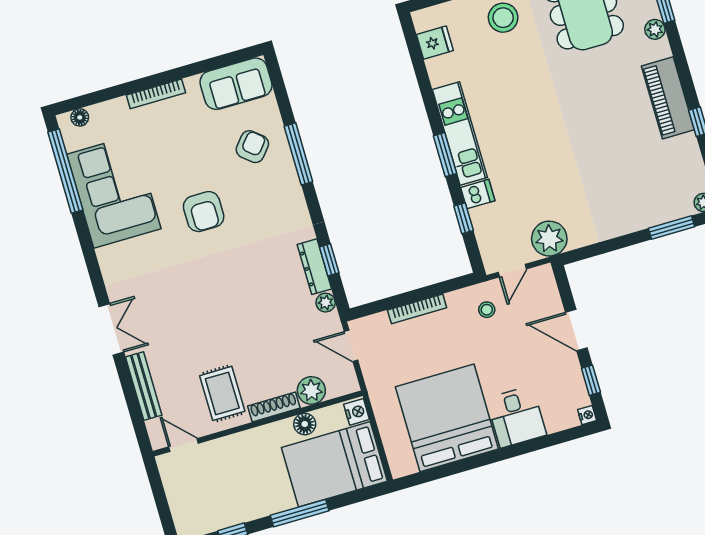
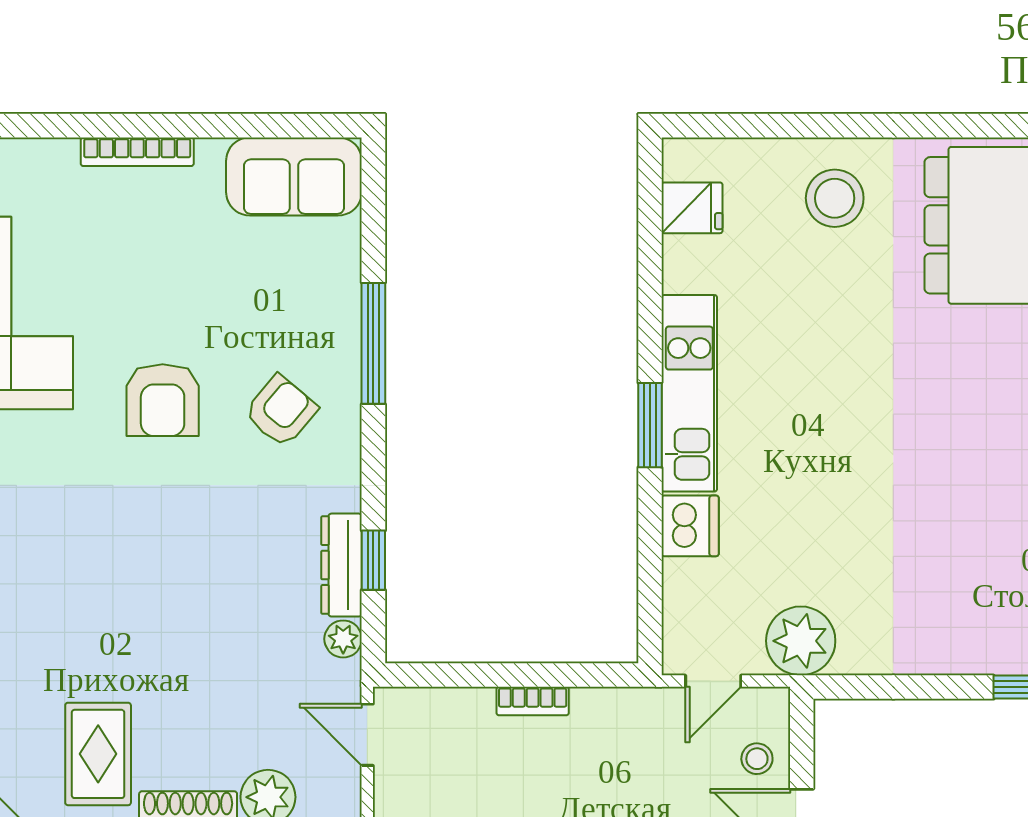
armchair: (252, 147) -> (281, 411), moved
dishwasher: (478, 194) -> (690, 526), width x1.38
window: (464, 218) -> (650, 555), removed
bookcase: (417, 309) -> (533, 701), width x0.64
stool: (487, 310) -> (757, 759), moved

